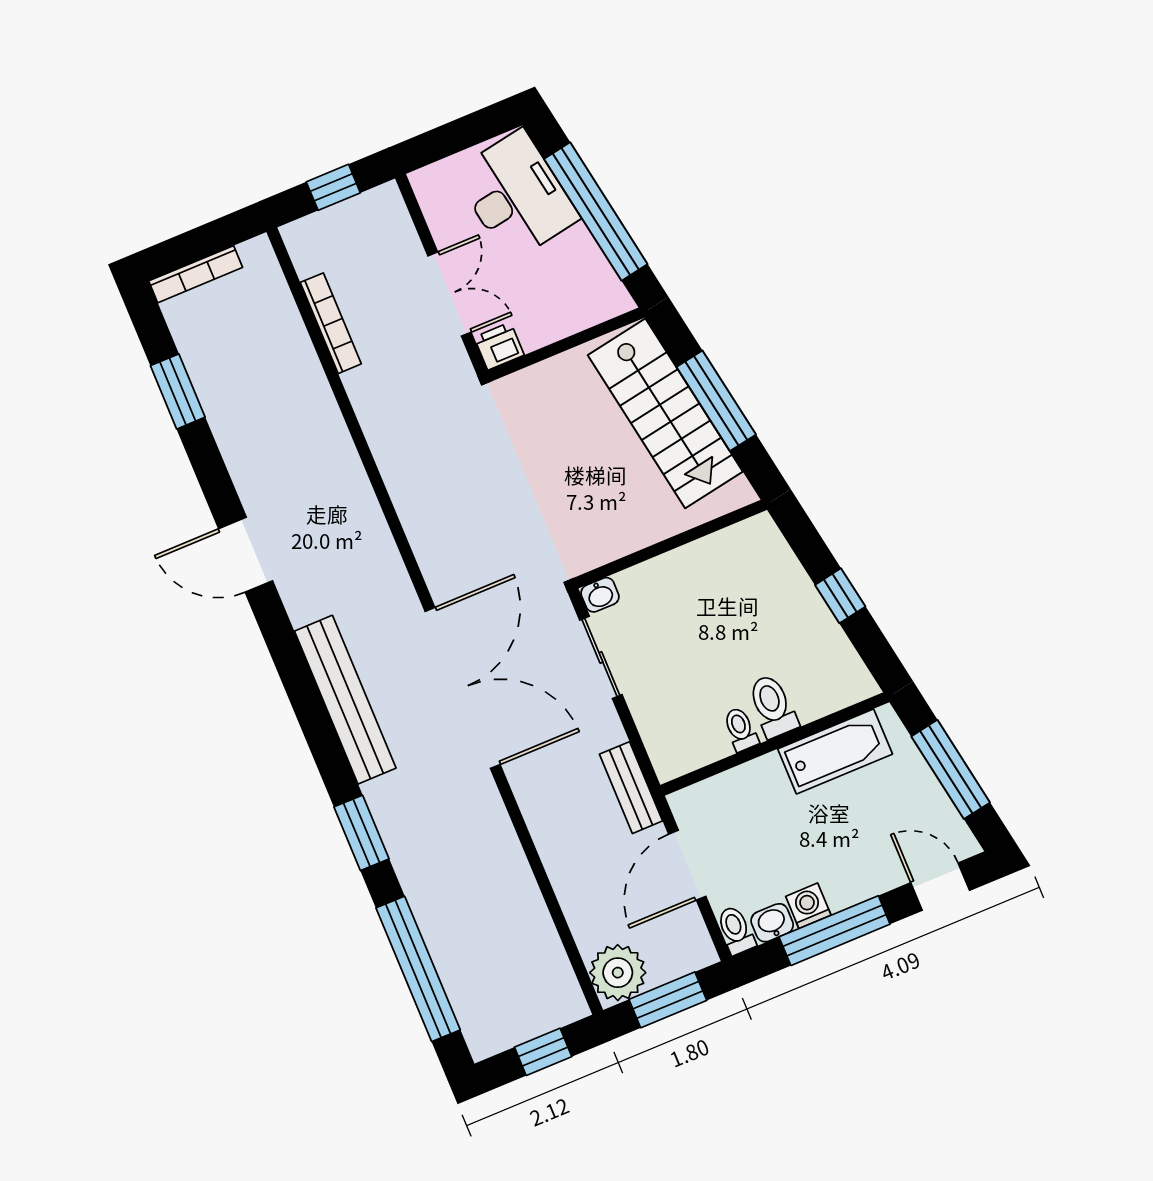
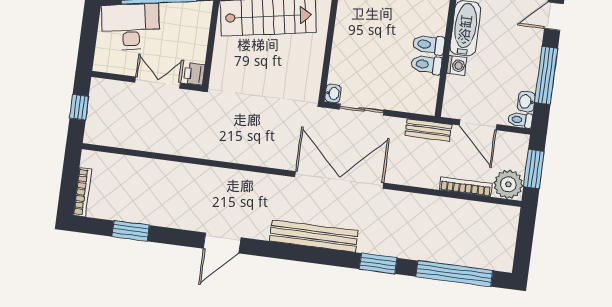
bookcase: (331, 323) -> (466, 187), moved
toilet: (741, 729) -> (426, 65), width x1.37, depth x1.39
washing machine: (808, 906) -> (457, 65), moved, turned 180
window: (543, 1052) -> (525, 239), removed

